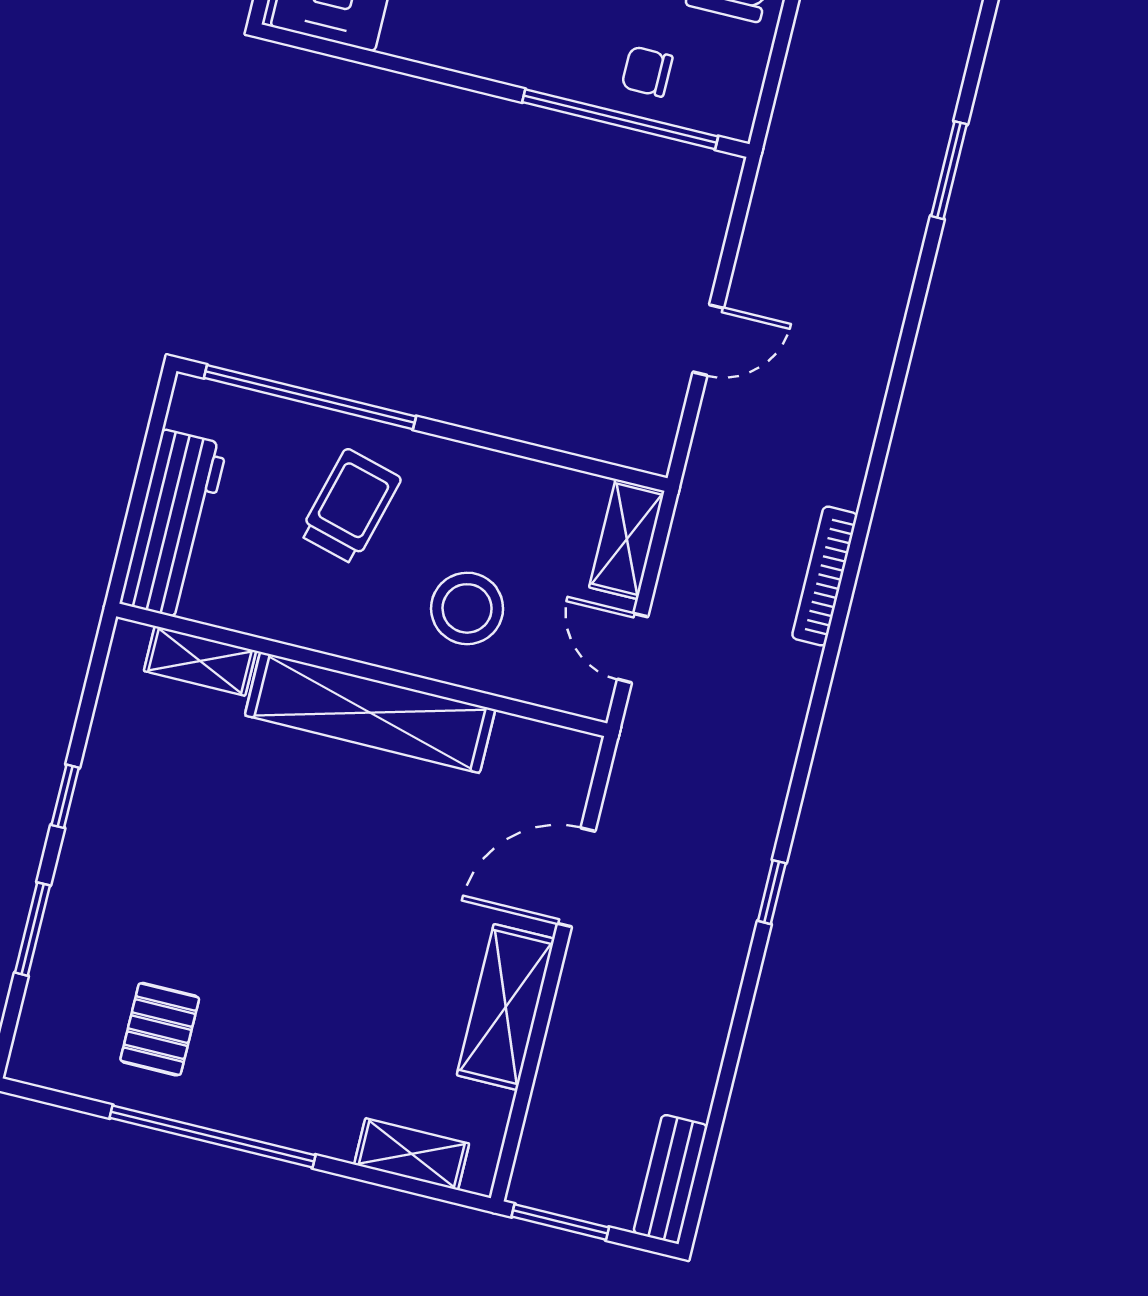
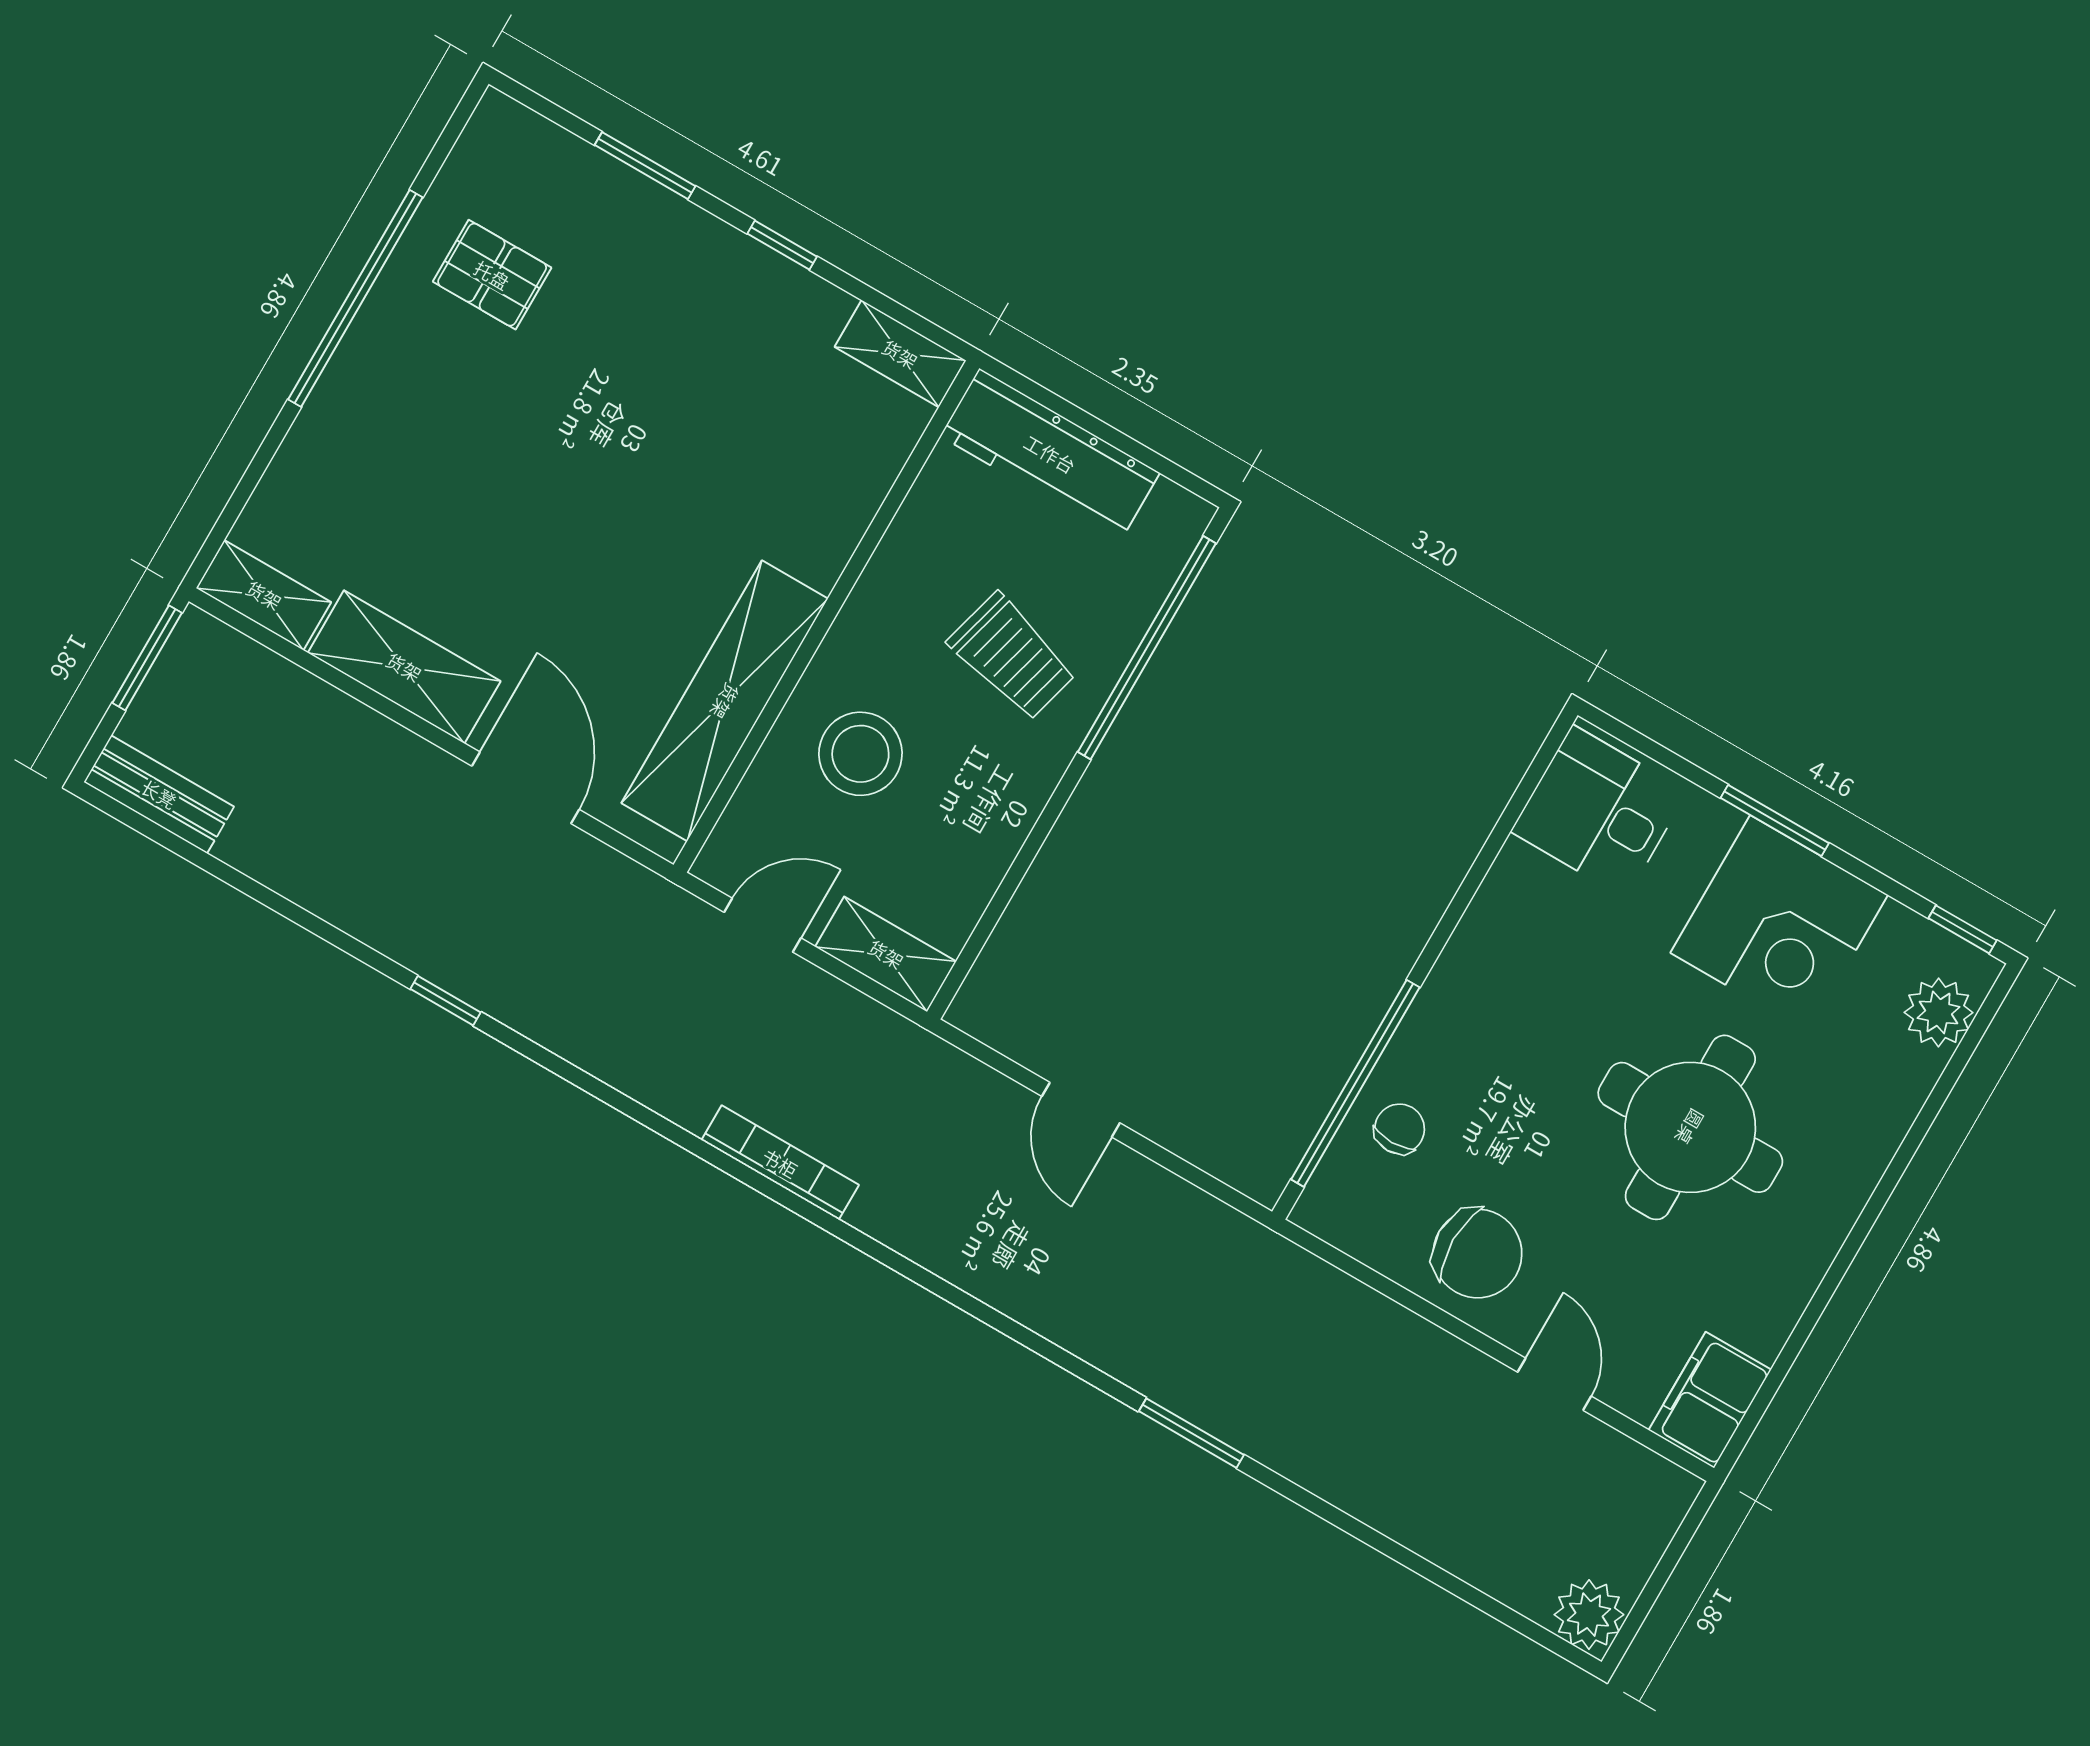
shelving: (200, 661) -> (900, 354), moved, turned 90
shelving: (370, 712) -> (725, 701), moved
shelving: (412, 1154) -> (264, 595), moved, turned 90

